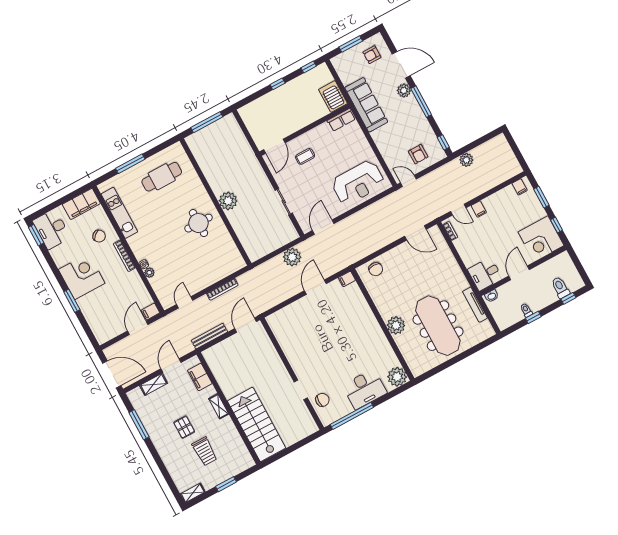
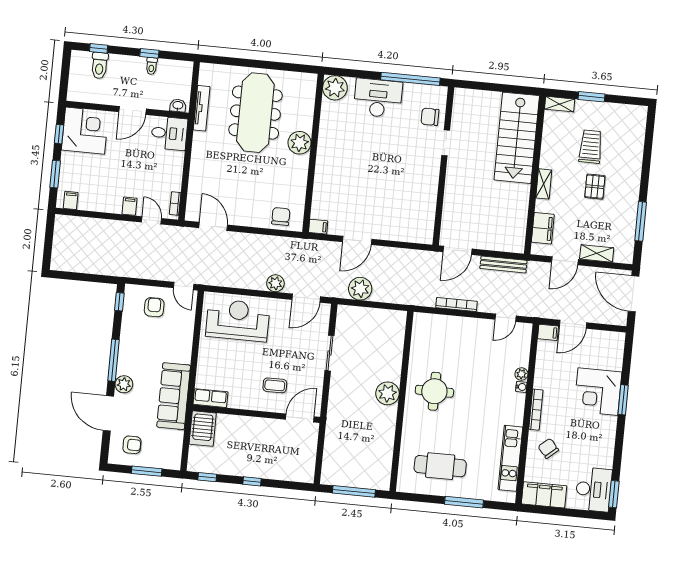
plant: (466, 160) -> (275, 283), moved
corner desk: (82, 276) -> (598, 392), moved
shelving: (193, 493) -> (560, 104), moved

